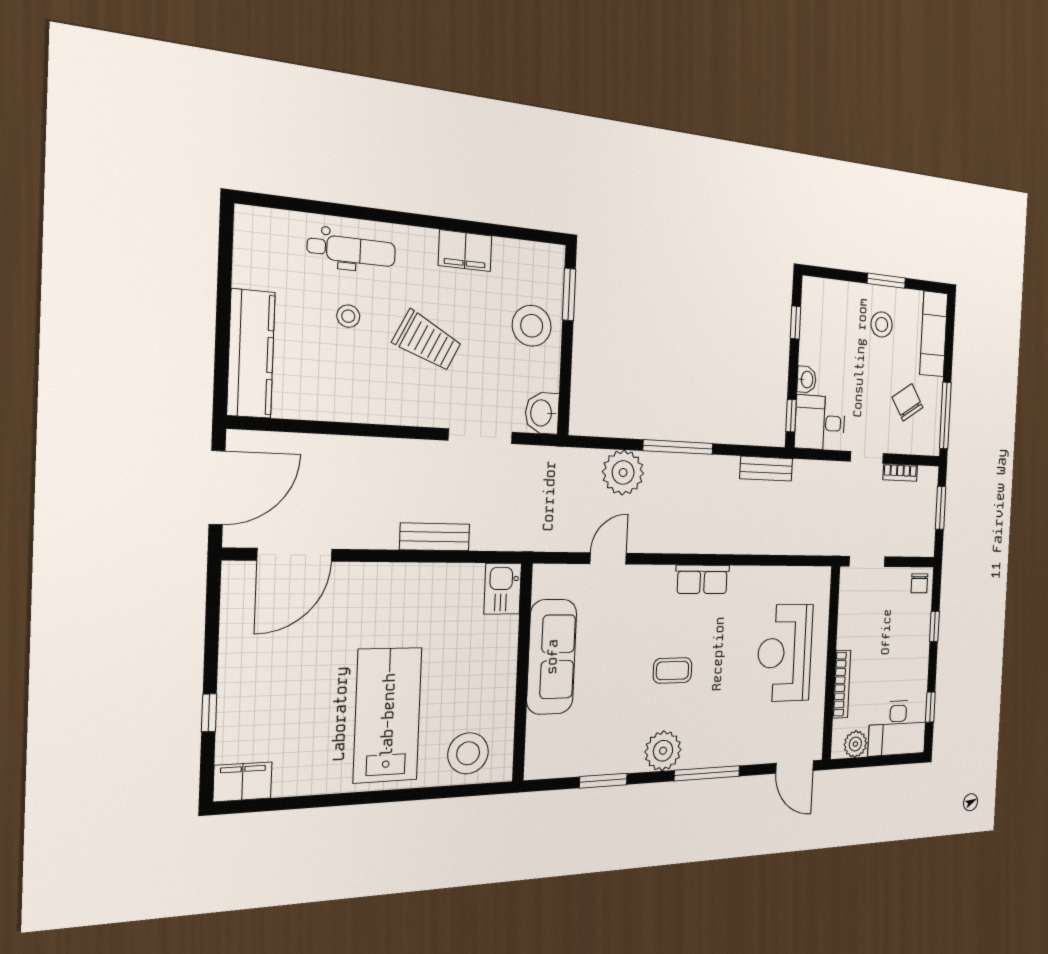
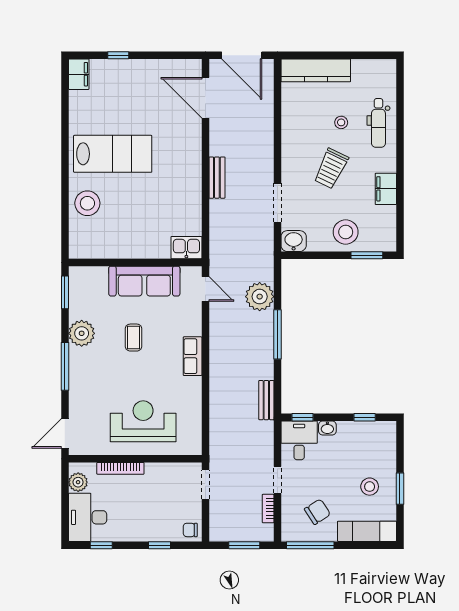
kitchen sink: (503, 589) -> (186, 248), moved
sofa: (552, 657) -> (144, 281), moved
wall: (522, 672) -> (135, 262), moved

